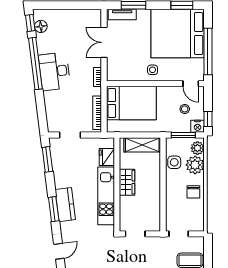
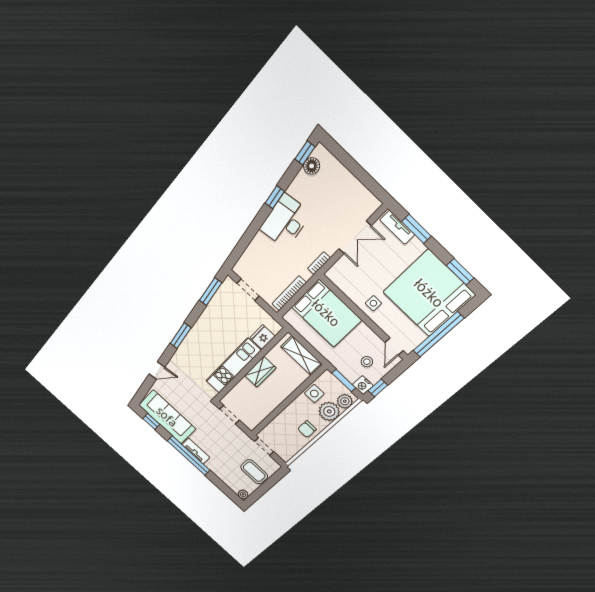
double door: (104, 42) -> (355, 237), swing flipped
window: (35, 64) -> (275, 197), width x0.32
kitchen counter: (65, 205) -> (193, 341), removed

